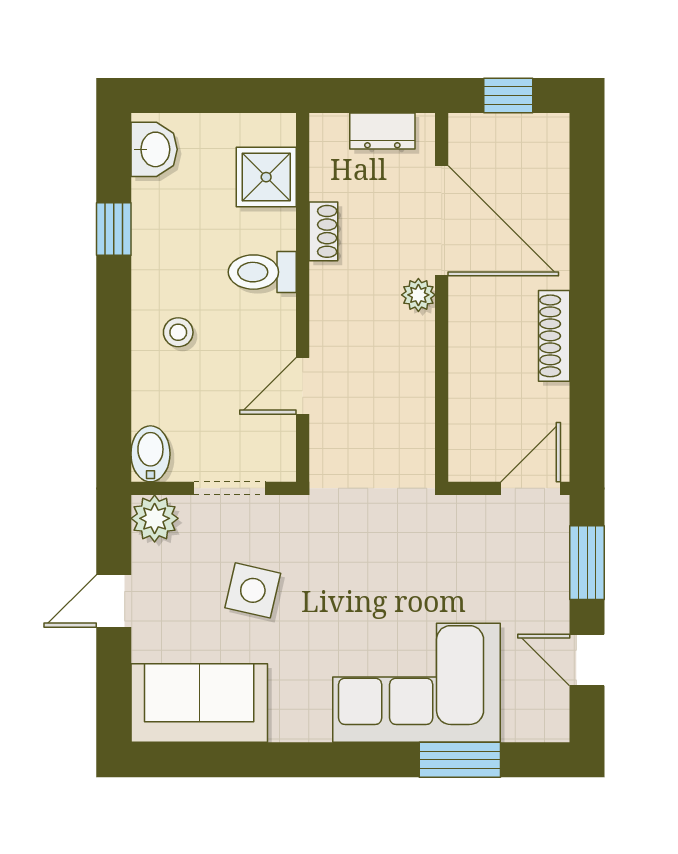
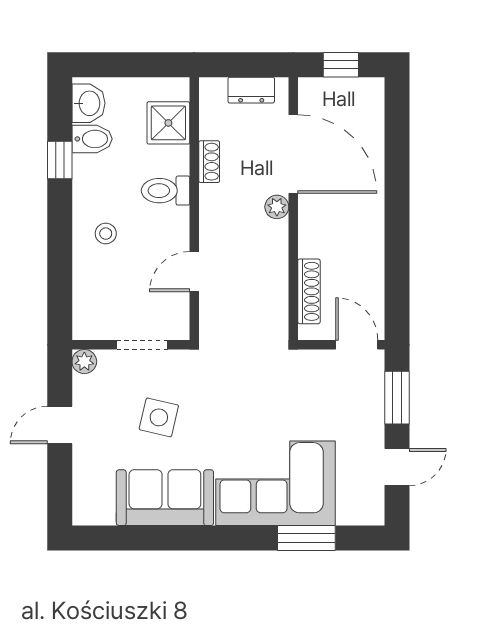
shoe rack: (554, 336) -> (309, 291), moved, turned 180
bidet: (150, 454) -> (92, 139), moved, turned 90
door: (531, 488) -> (357, 345), hinge flipped
plant: (155, 518) -> (84, 362), width x0.73, depth x0.73
door: (587, 660) -> (397, 467), swing flipped
sofa: (199, 703) -> (165, 498), moved

